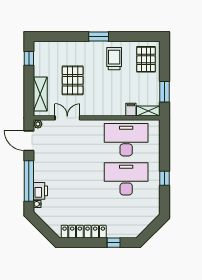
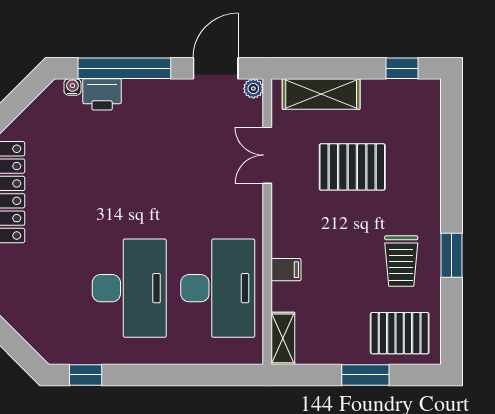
window: (99, 36) -> (451, 255), moved
trolley: (114, 59) -> (401, 261), turned 90
window: (165, 92) -> (365, 375), moved
filing cabinet: (131, 110) -> (286, 270), moved
double door: (67, 118) -> (267, 155), swing flipped
window: (165, 178) -> (86, 375), moved

